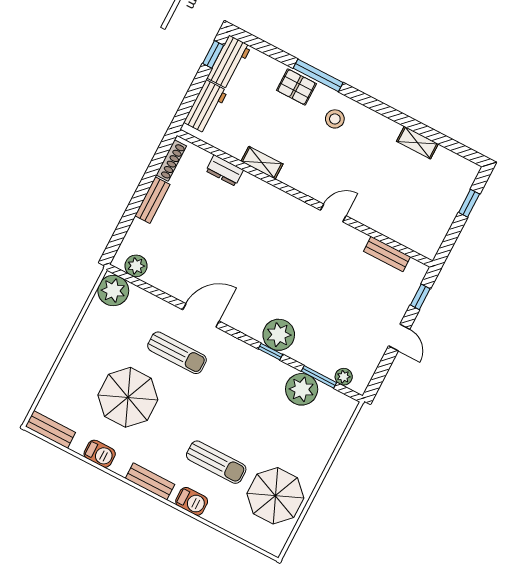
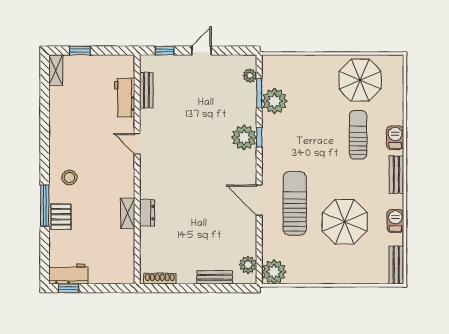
workbench: (206, 107) -> (125, 98), moved, turned -90
shelving: (417, 143) -> (56, 70), moved
dresser: (225, 170) -> (147, 213), moved
bench: (153, 200) -> (215, 277), moved
sun lounger: (177, 353) -> (295, 203), width x1.36, depth x1.34

